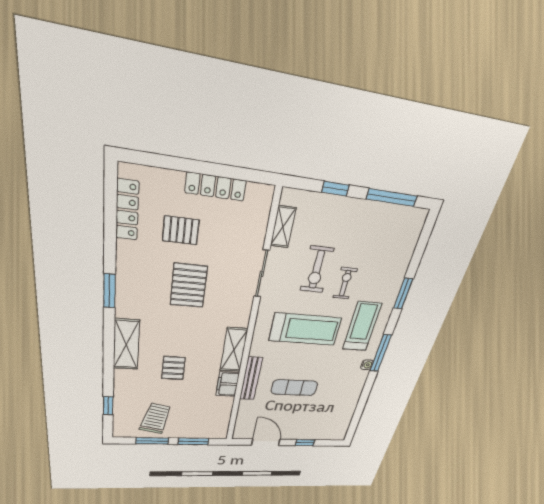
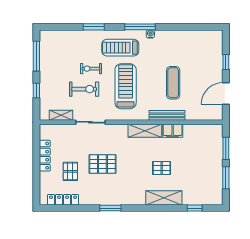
shelving: (126, 345) -> (164, 198), moved
trolley: (155, 418) -> (205, 177), removed

